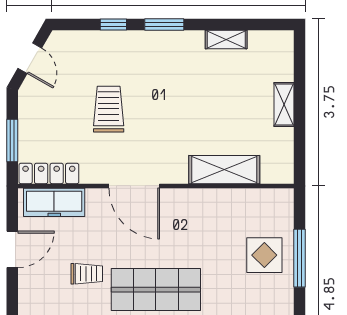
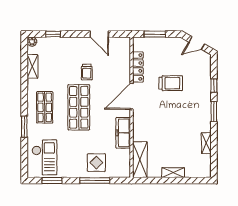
shelving: (224, 170) -> (140, 160), moved
locker: (49, 173) -> (138, 67), moved
freezer: (54, 202) -> (123, 133), moved

